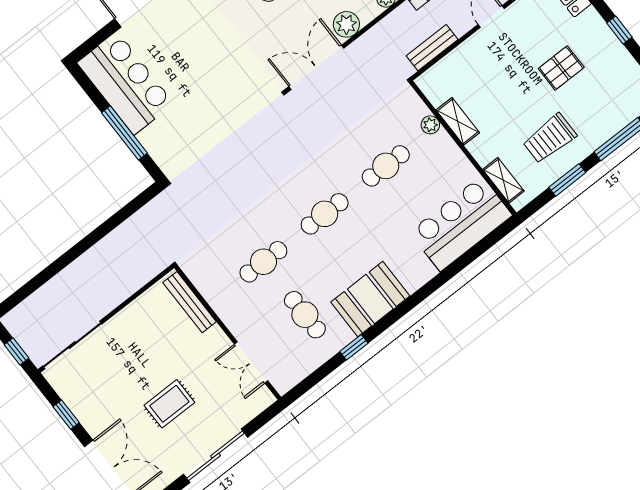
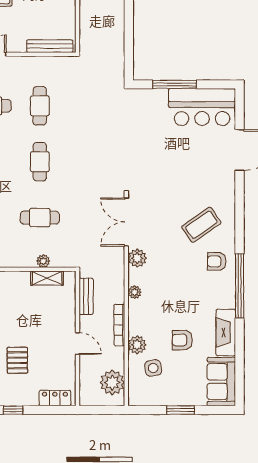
double door: (316, 67) -> (126, 222), swing flipped
shelving: (458, 121) -> (47, 278), moved
cafe table: (386, 166) -> (40, 218), turned 90

